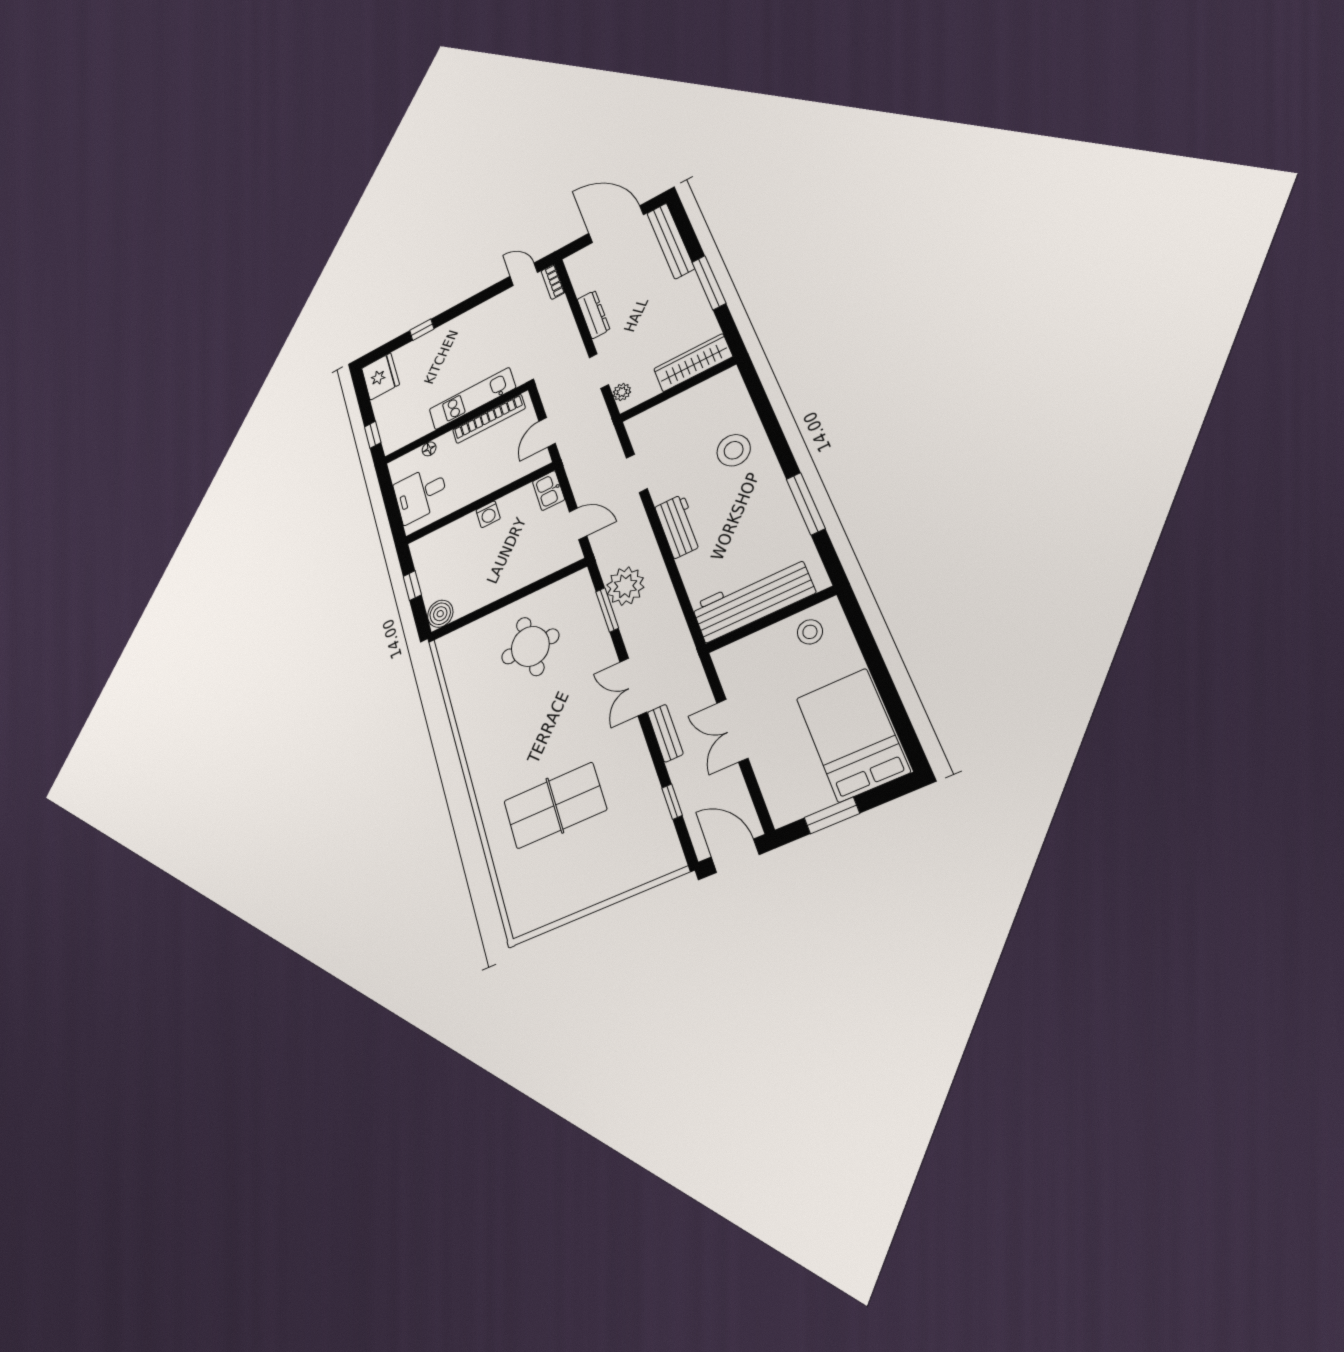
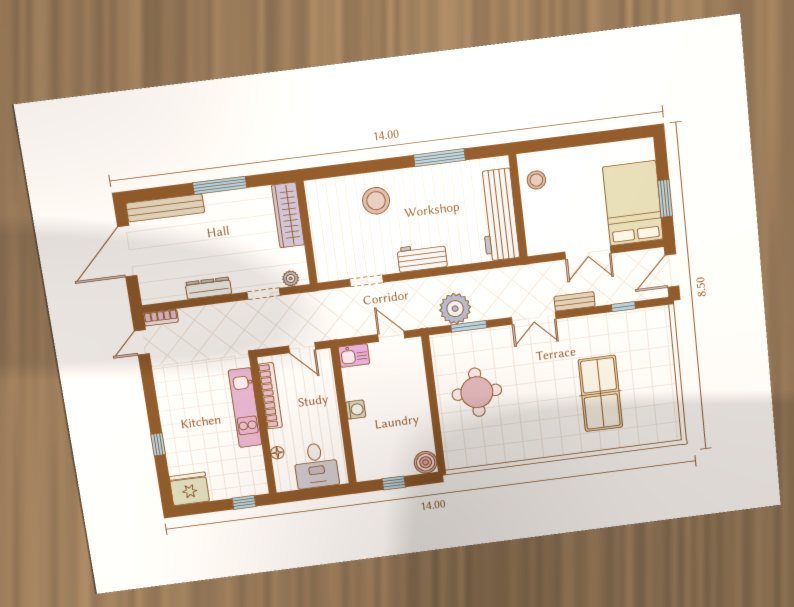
door: (578, 524) -> (391, 336), hinge flipped
bed: (852, 735) -> (633, 203), moved, turned 90

